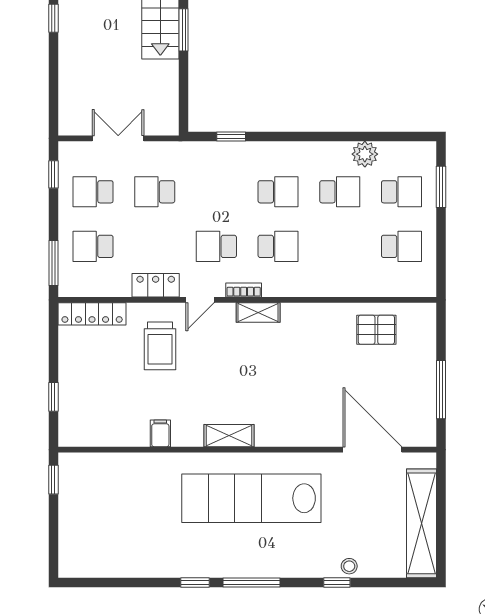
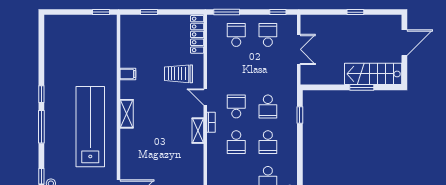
window: (53, 18) -> (355, 12), moved
school desk: (155, 192) -> (268, 106), moved, turned 180
locker: (156, 285) -> (214, 71), removed

